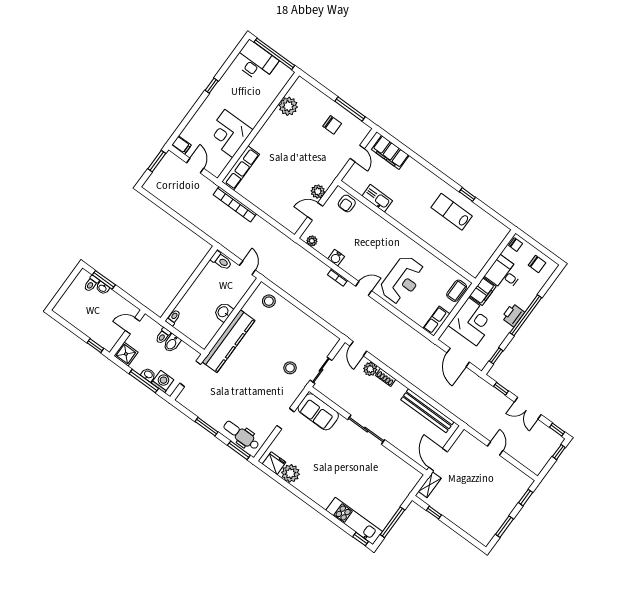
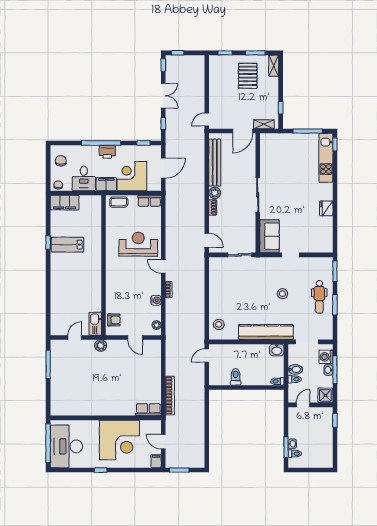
desk: (256, 62) -> (66, 446), width x1.36, depth x1.30
plant: (288, 106) -> (77, 408), removed
chair: (332, 125) -> (68, 369), removed
corner desk: (229, 133) -> (119, 440), width x1.36, depth x1.36
filing cabinet: (390, 152) -> (65, 203), moved, turned 90
door: (195, 166) -> (163, 442), hinge flipped
row of seats: (241, 168) -> (148, 410), width x0.68
plant: (318, 191) -> (101, 346), moved
kitchen sink: (377, 198) -> (95, 324), moved
lab bench: (452, 212) -> (68, 245), turned 90
toilet: (221, 261) -> (236, 377), moved
washbasin: (223, 312) -> (277, 350), moved
door: (132, 326) -> (303, 405), swing flipped
door: (358, 349) -> (207, 240), hinge flipped
stool: (290, 368) -> (282, 294), moved
plant: (370, 369) -> (215, 193), moved
dental chair: (241, 435) -> (319, 297), moved
door: (495, 448) -> (207, 120), moved
fridge: (274, 463) -> (326, 208), moved
plant: (290, 473) -> (325, 225), removed
pallet: (488, 503) -> (248, 76), added
shelving: (479, 535) -> (274, 66), added

